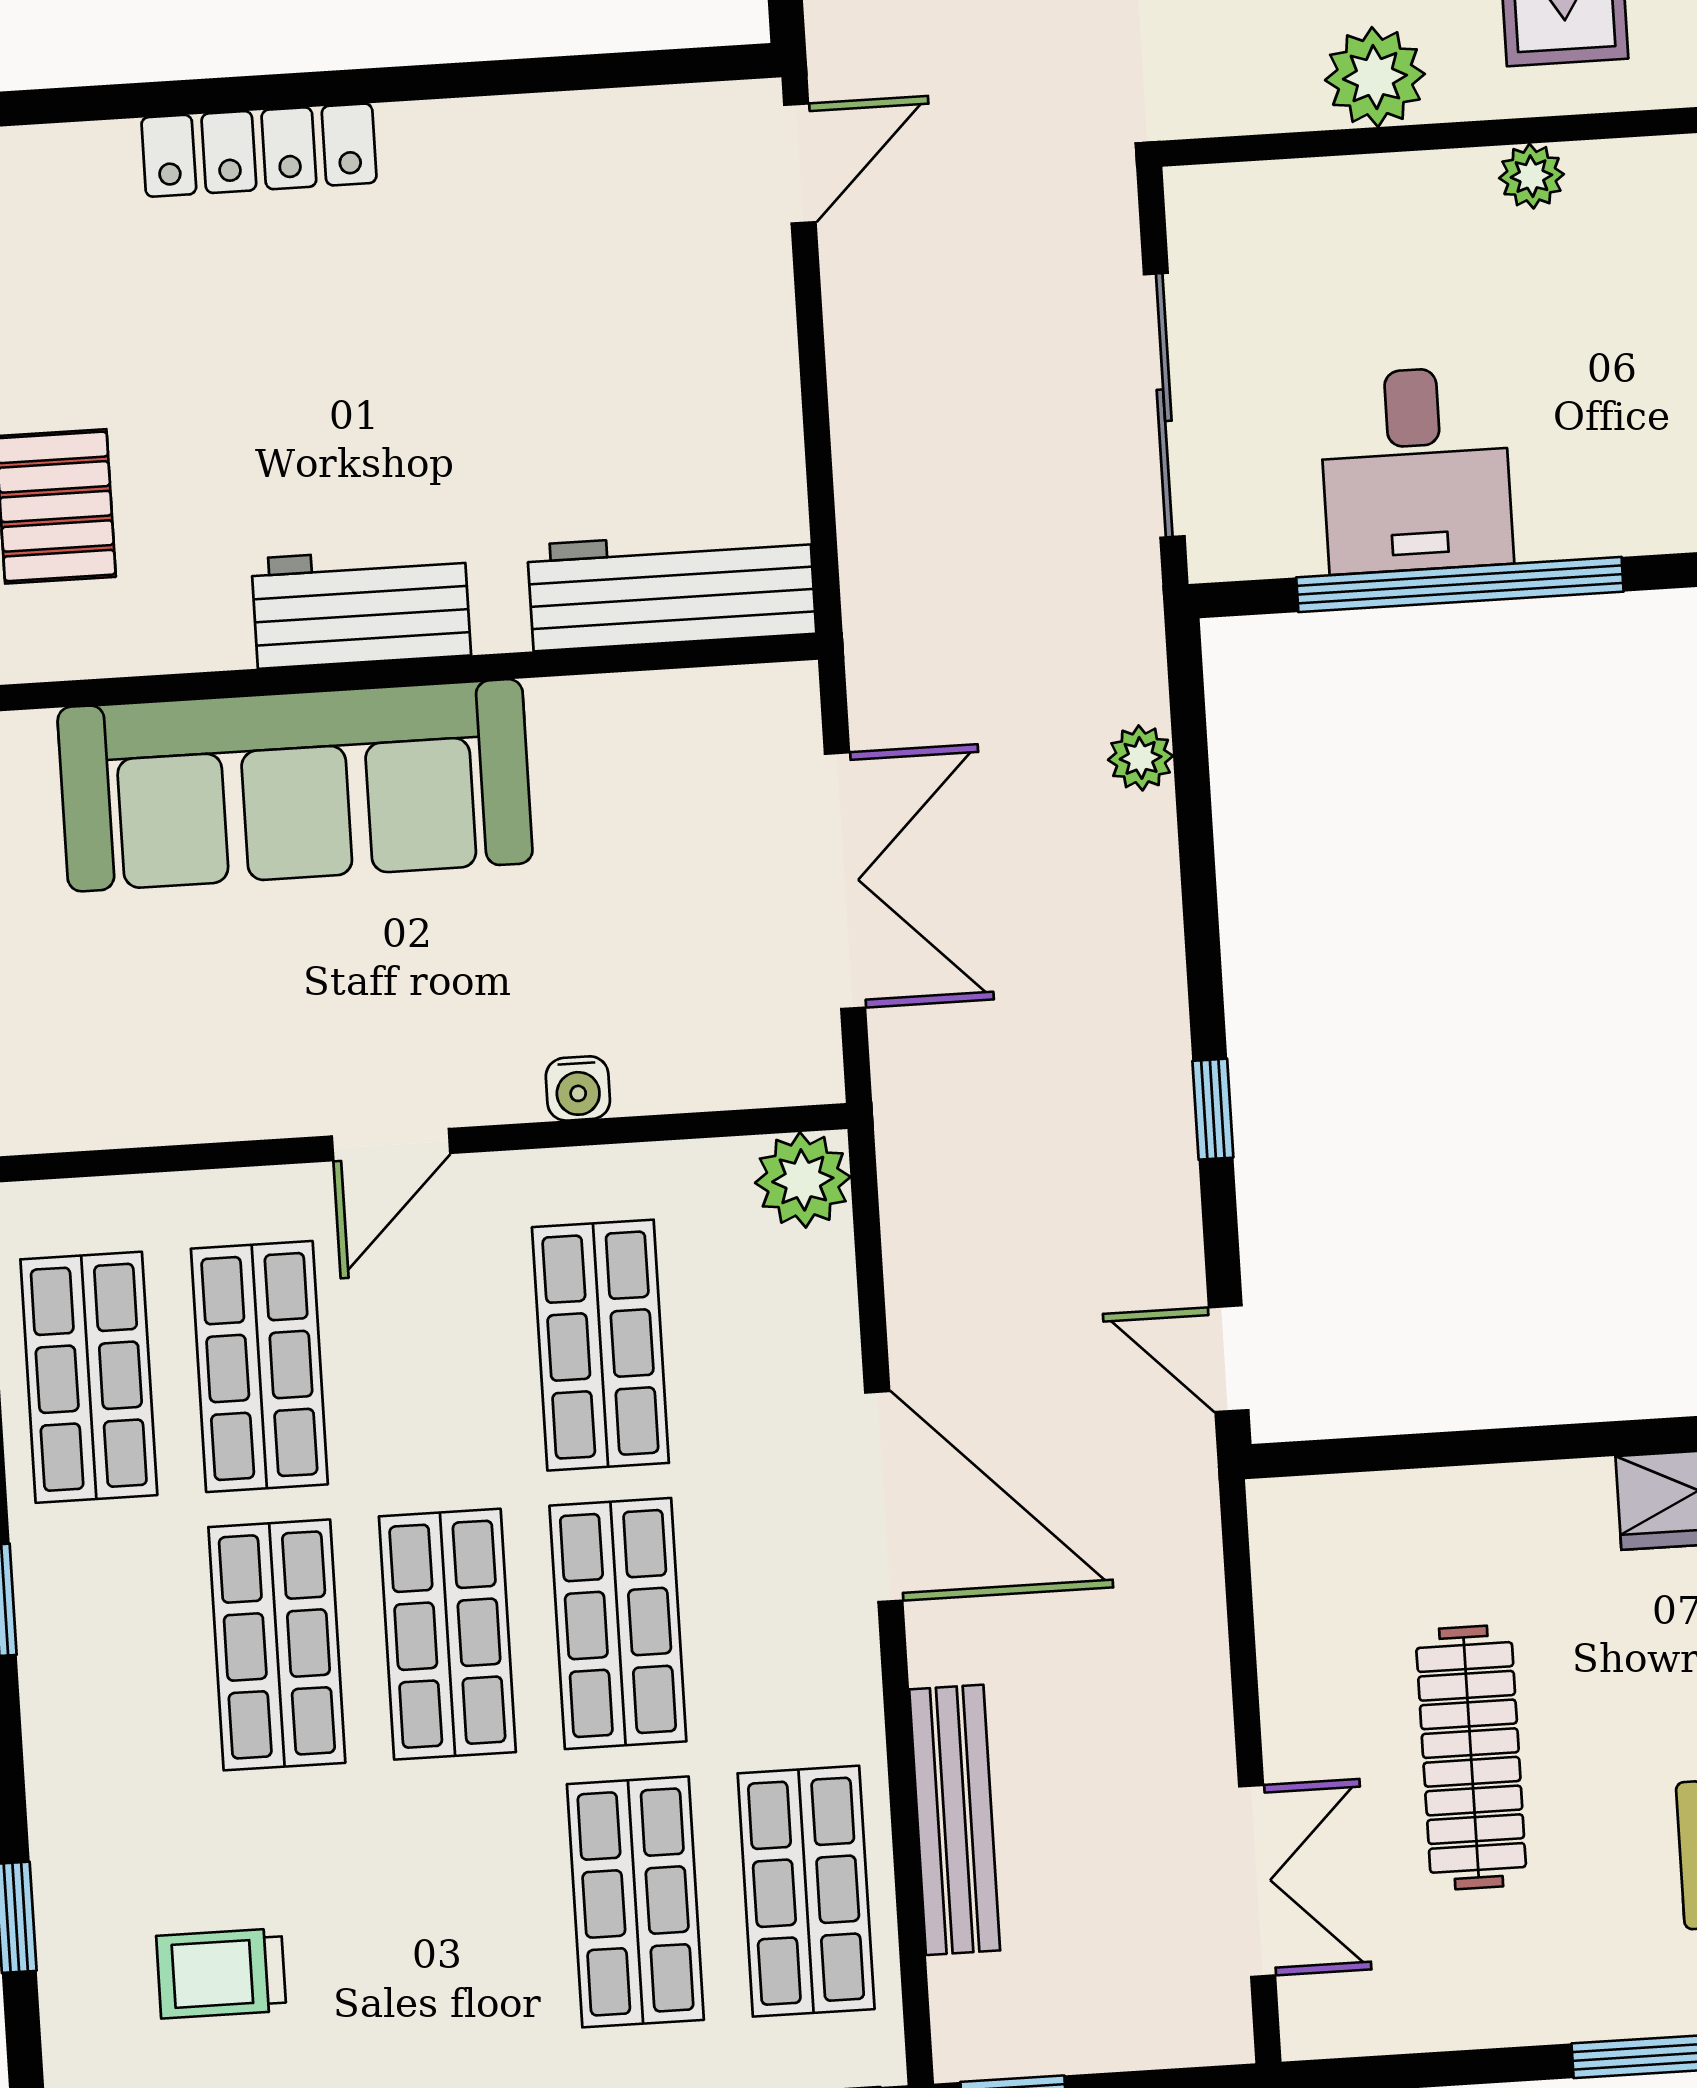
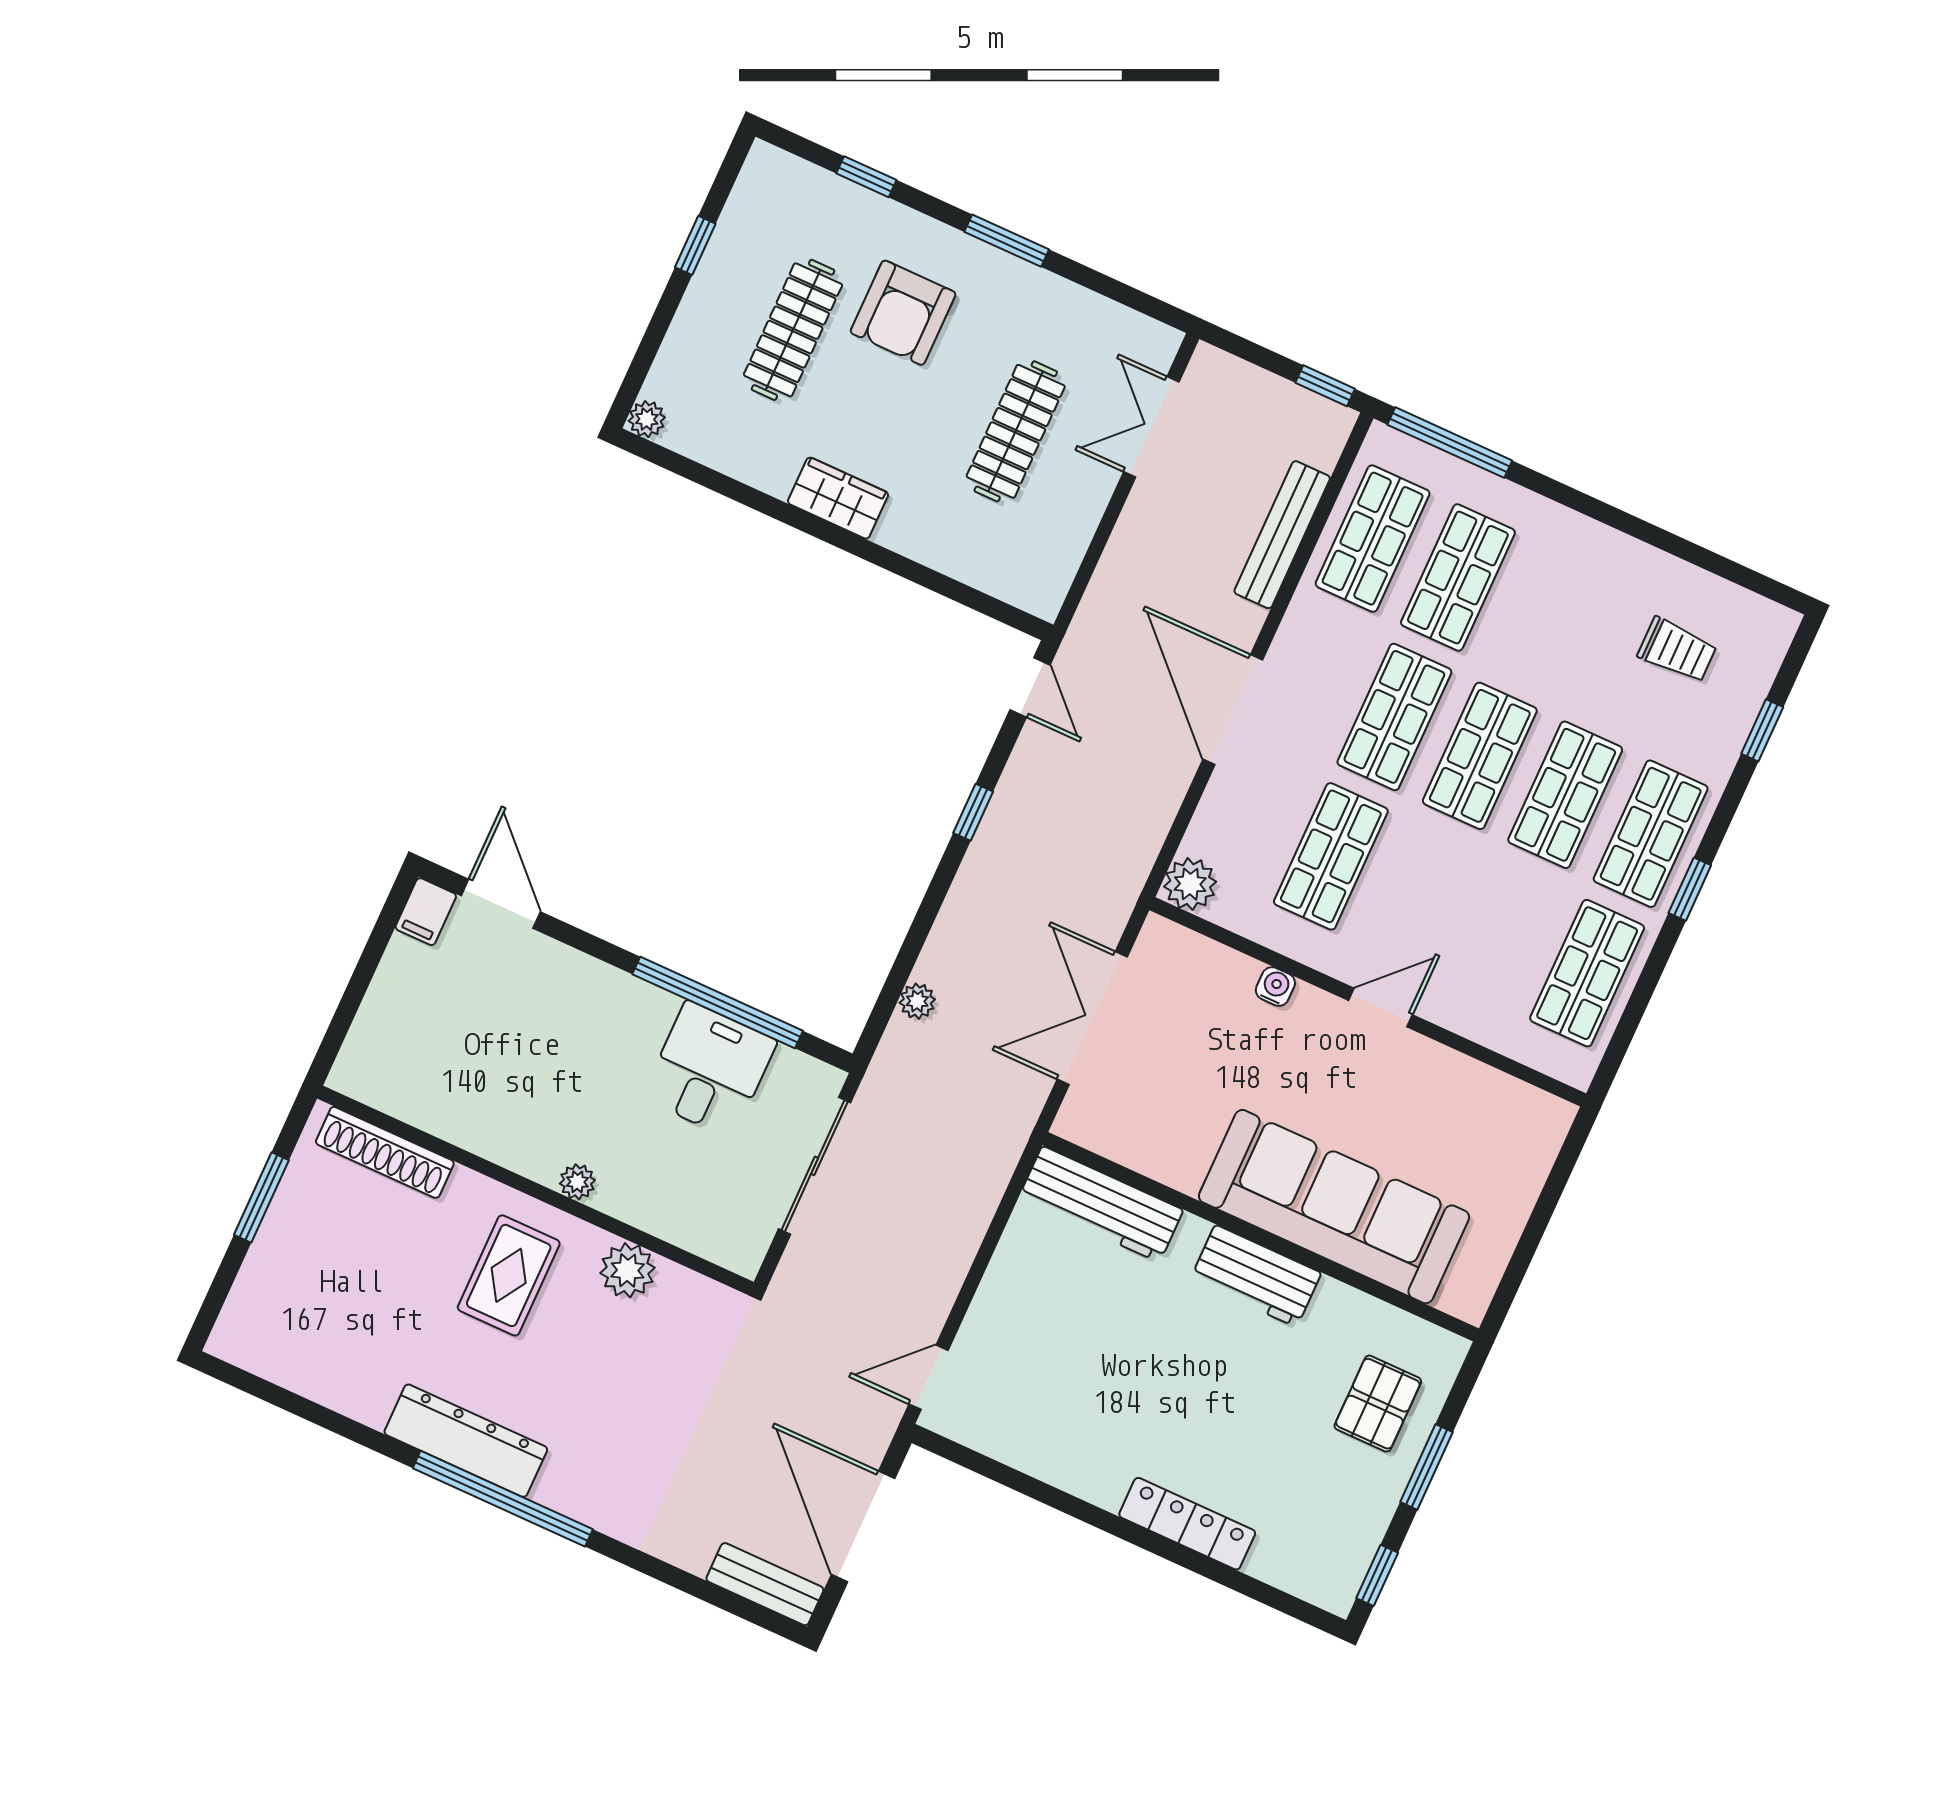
shop shelf: (259, 1367) -> (1651, 834), moved

